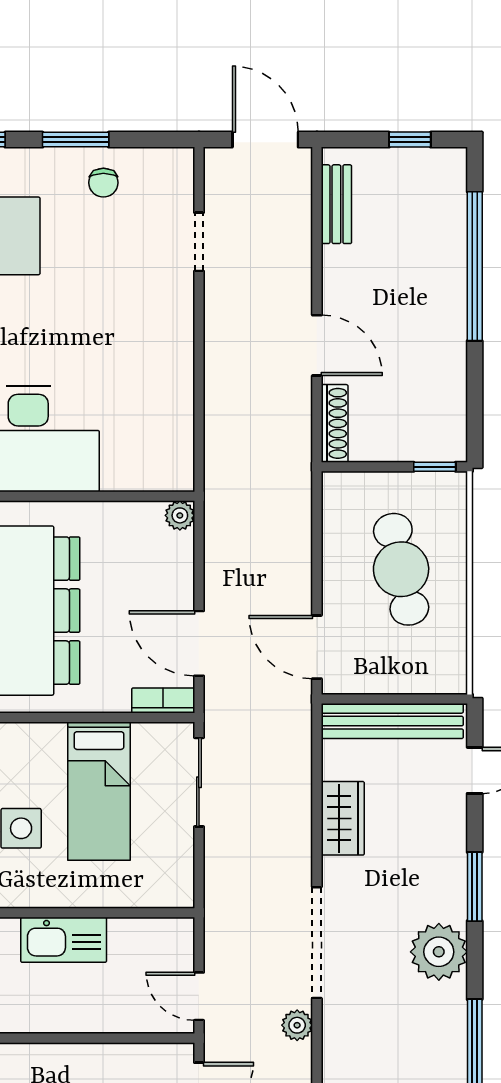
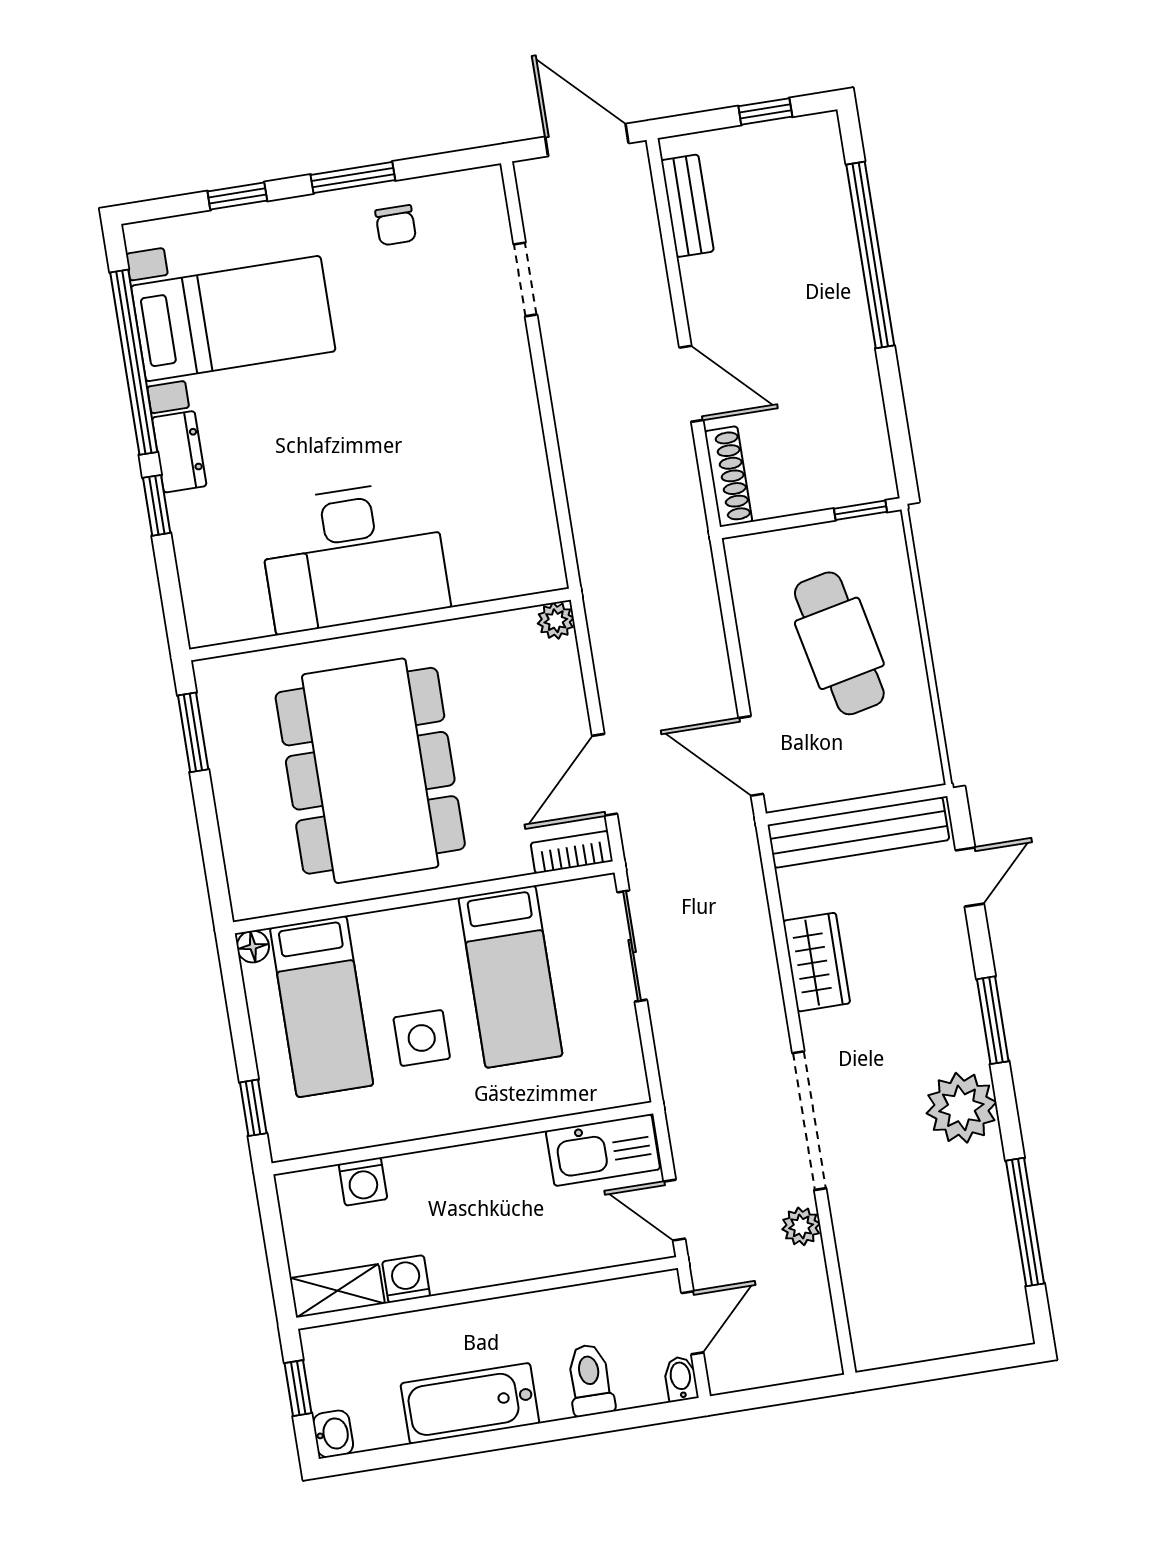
door: (199, 643) -> (605, 775), hinge flipped
kitchen sink: (64, 940) -> (603, 1150), moved

